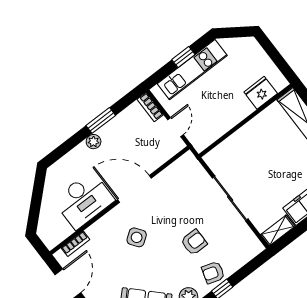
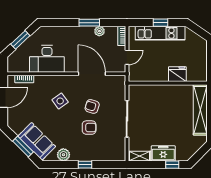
fridge: (261, 93) -> (177, 74), moved
plant: (94, 142) -> (99, 31), moved
door: (134, 189) -> (92, 74), moved
window: (36, 202) -> (20, 40), added
armchair: (213, 273) -> (92, 106), moved

